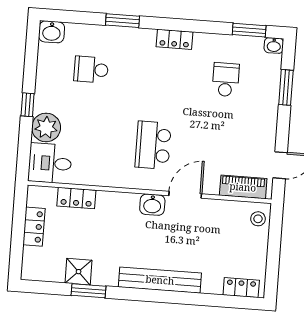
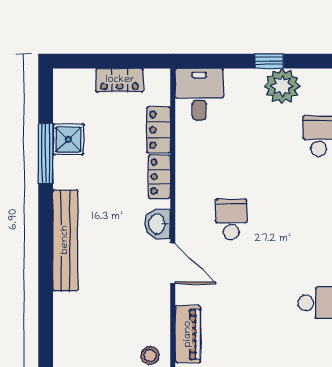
plant: (46, 127) -> (282, 86), moved
school desk: (153, 145) -> (231, 219), width x0.54
locker: (241, 288) -> (159, 177), moved, turned 180
window: (88, 291) -> (46, 153), width x1.44

